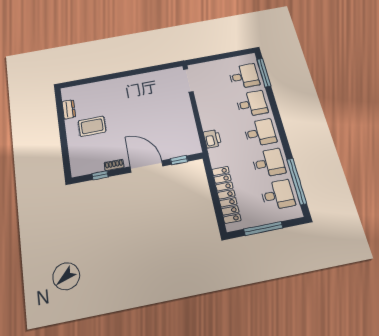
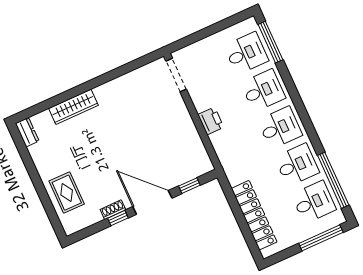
wardrobe: (107, 86) -> (73, 107), added
dresser: (69, 109) -> (27, 132), moved
rug: (92, 126) -> (67, 193), moved, turned 90
printer: (212, 139) -> (211, 121), moved
window: (100, 175) -> (118, 218), moved
window: (263, 229) -> (321, 238), moved

